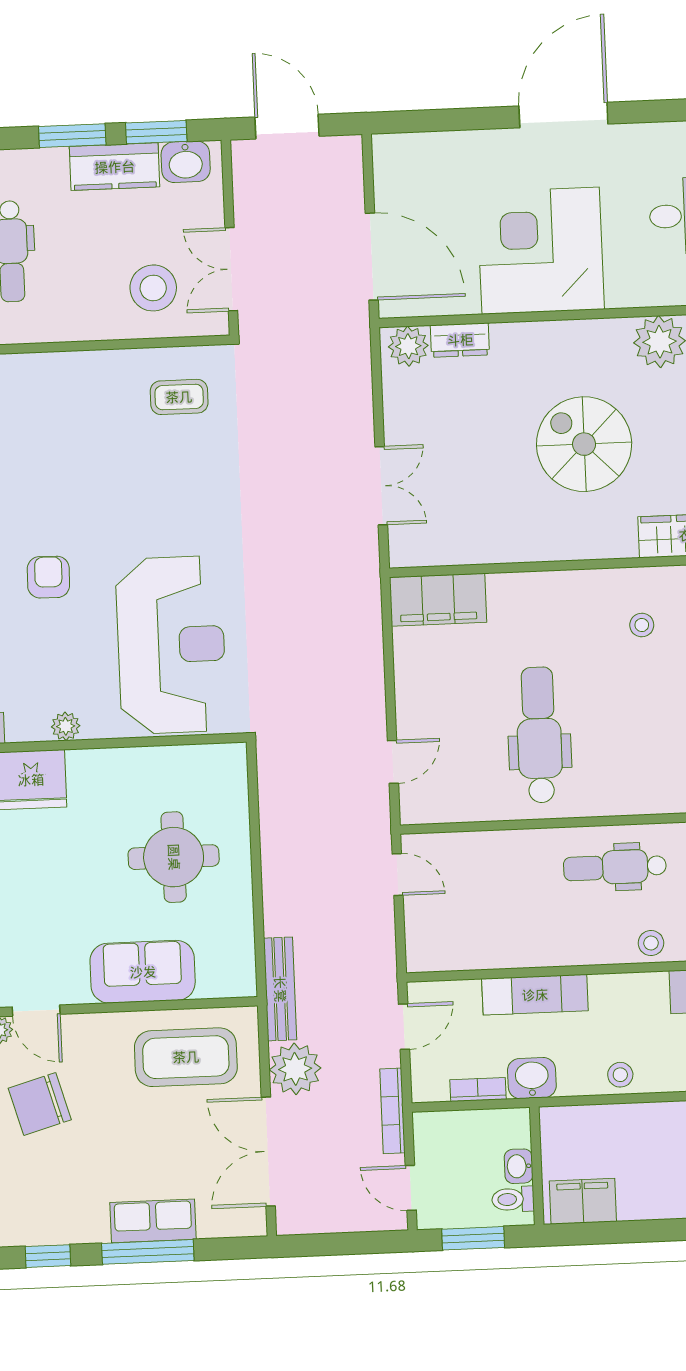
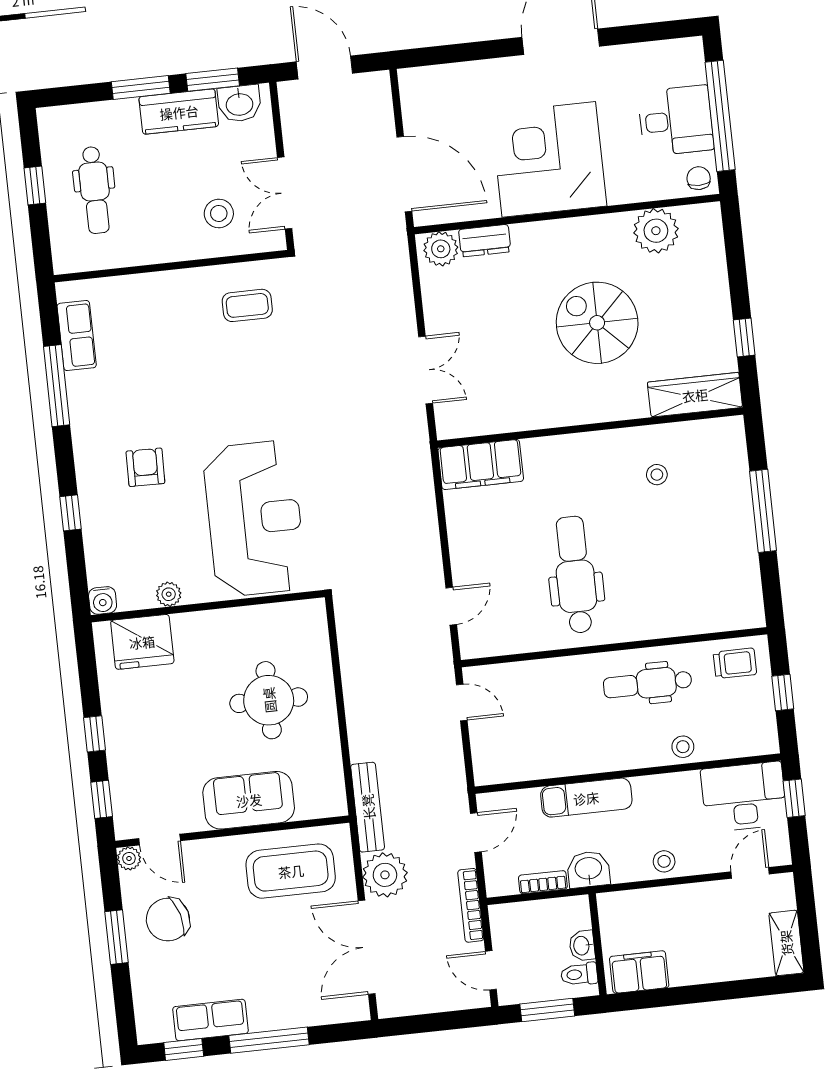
stool: (153, 288) -> (219, 213), width x0.73, depth x0.73
row of seats: (153, 1221) -> (210, 1020), moved

